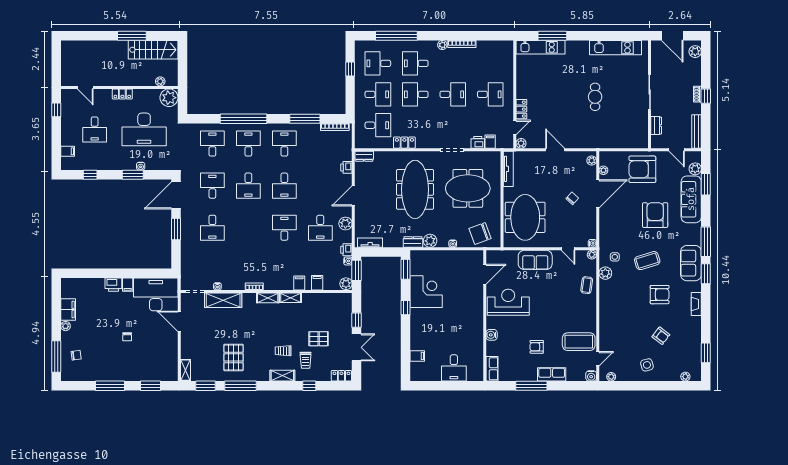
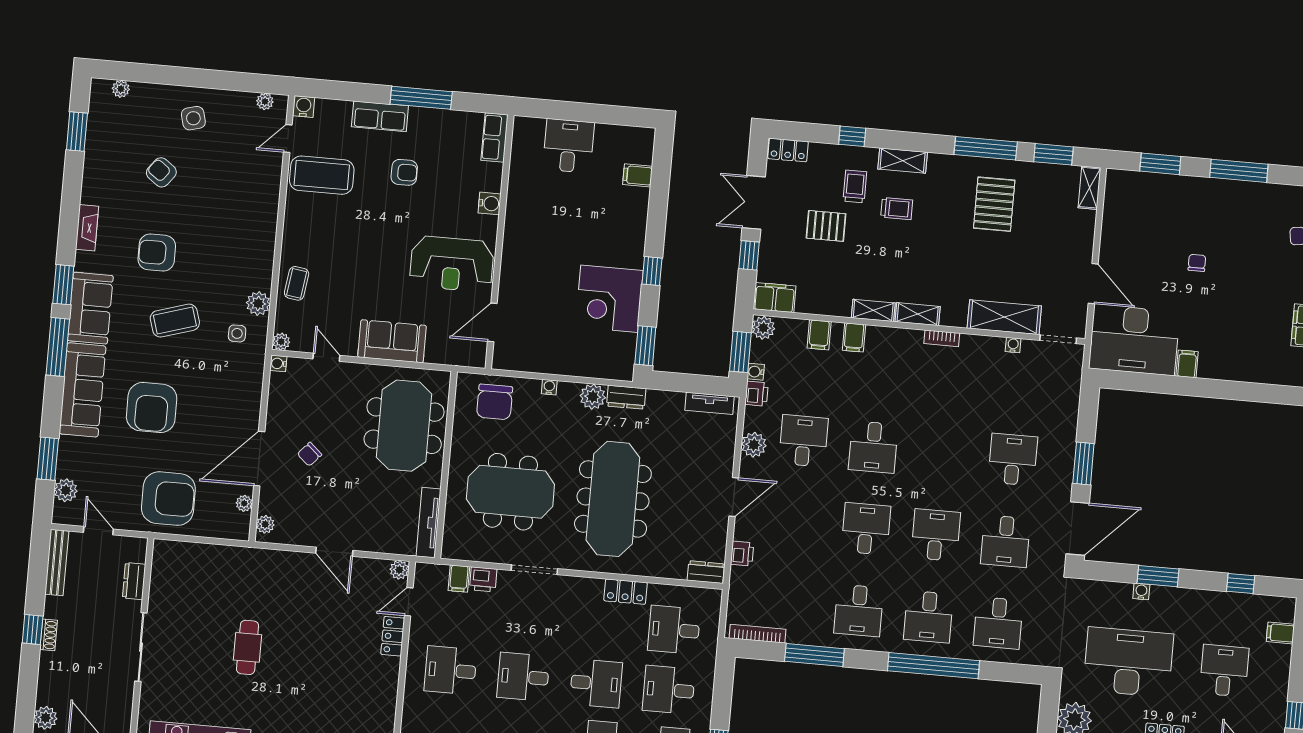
sofa: (691, 199) -> (83, 390), moved
chair: (480, 234) -> (495, 402), turned 110
printer: (113, 285) -> (1215, 366), removed
filing cabinet: (342, 300) -> (775, 298), added

